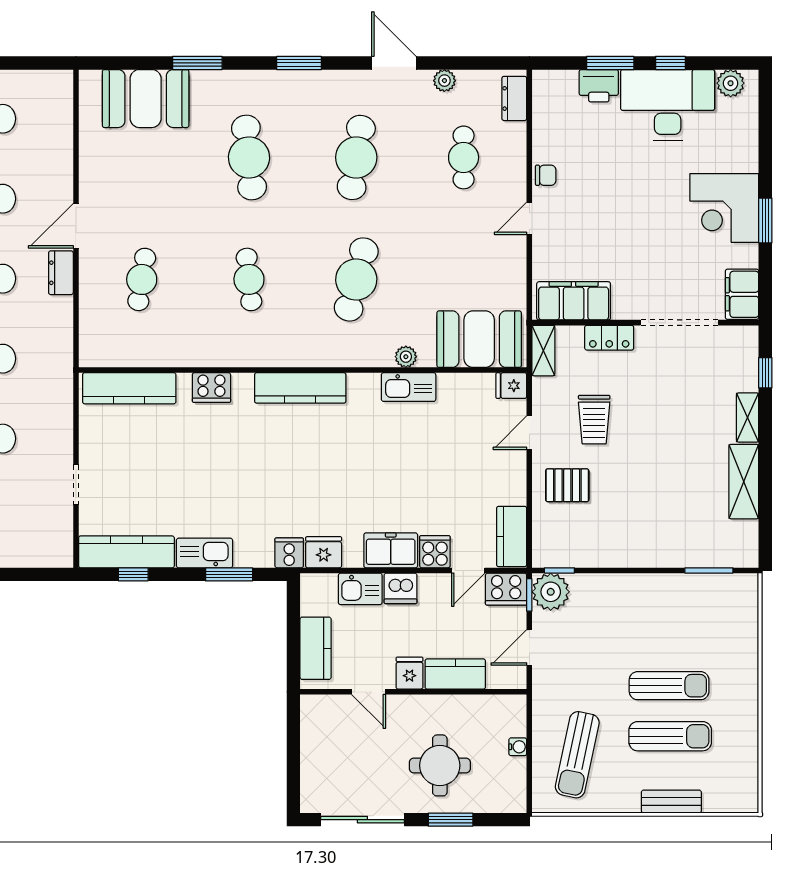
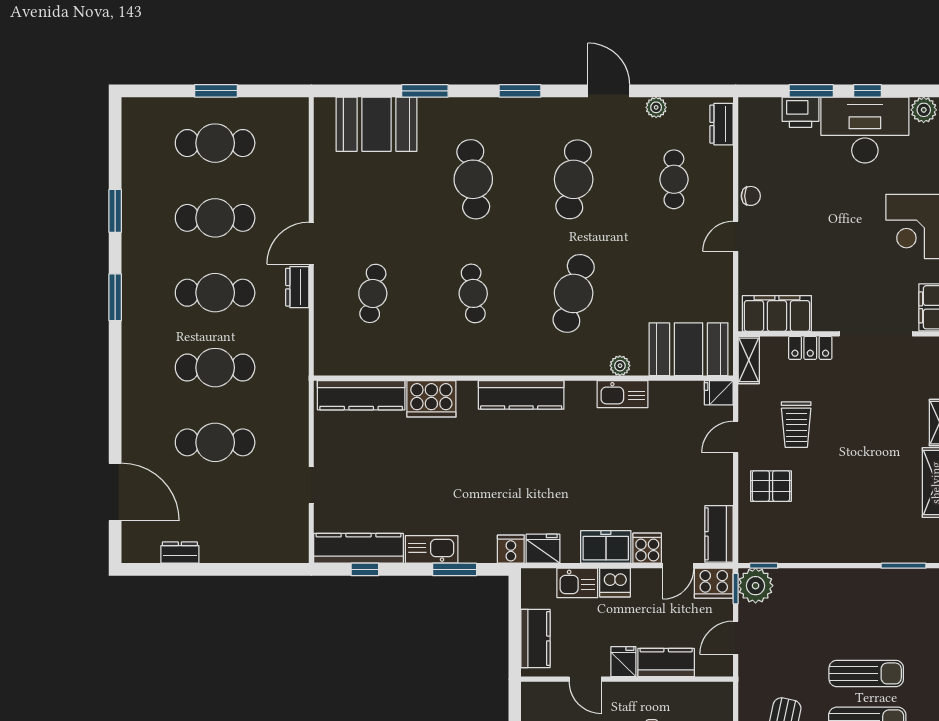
cooker: (211, 388) -> (431, 399), width x1.37, depth x1.31

